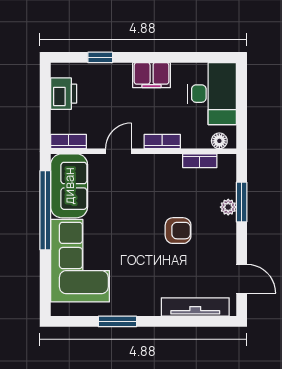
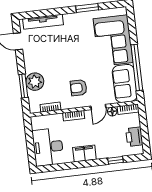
floor lamp: (219, 141) -> (112, 111), moved
plant: (228, 207) -> (35, 82), width x1.88, depth x1.88
armchair: (178, 231) -> (79, 88), moved

